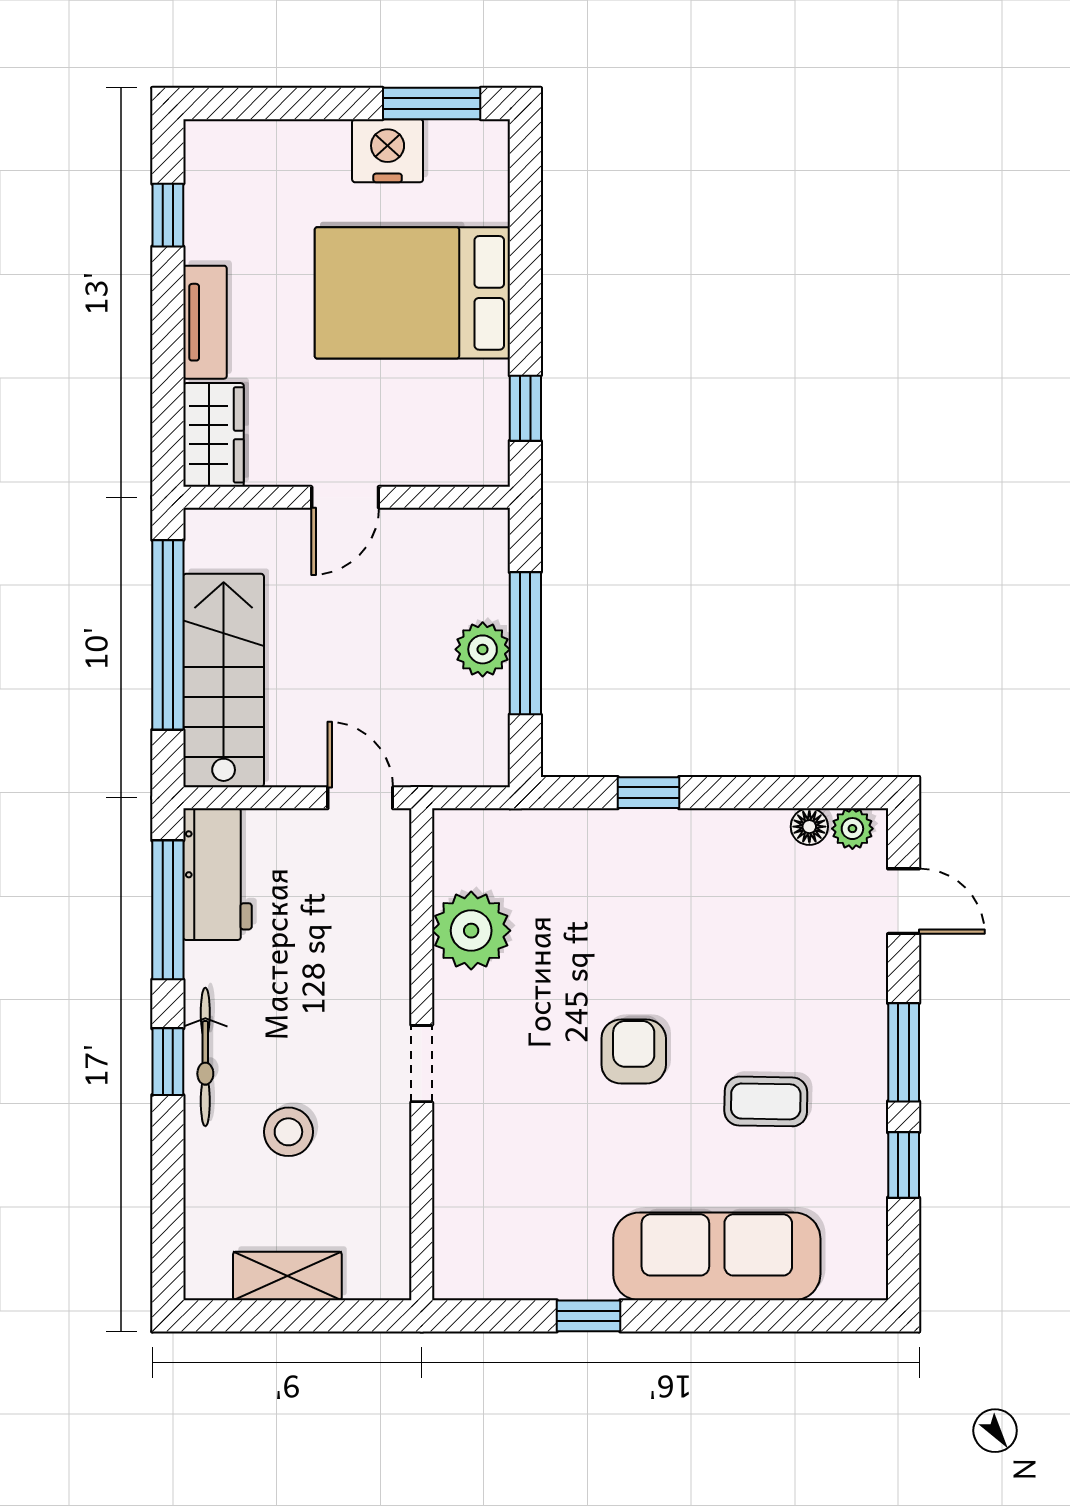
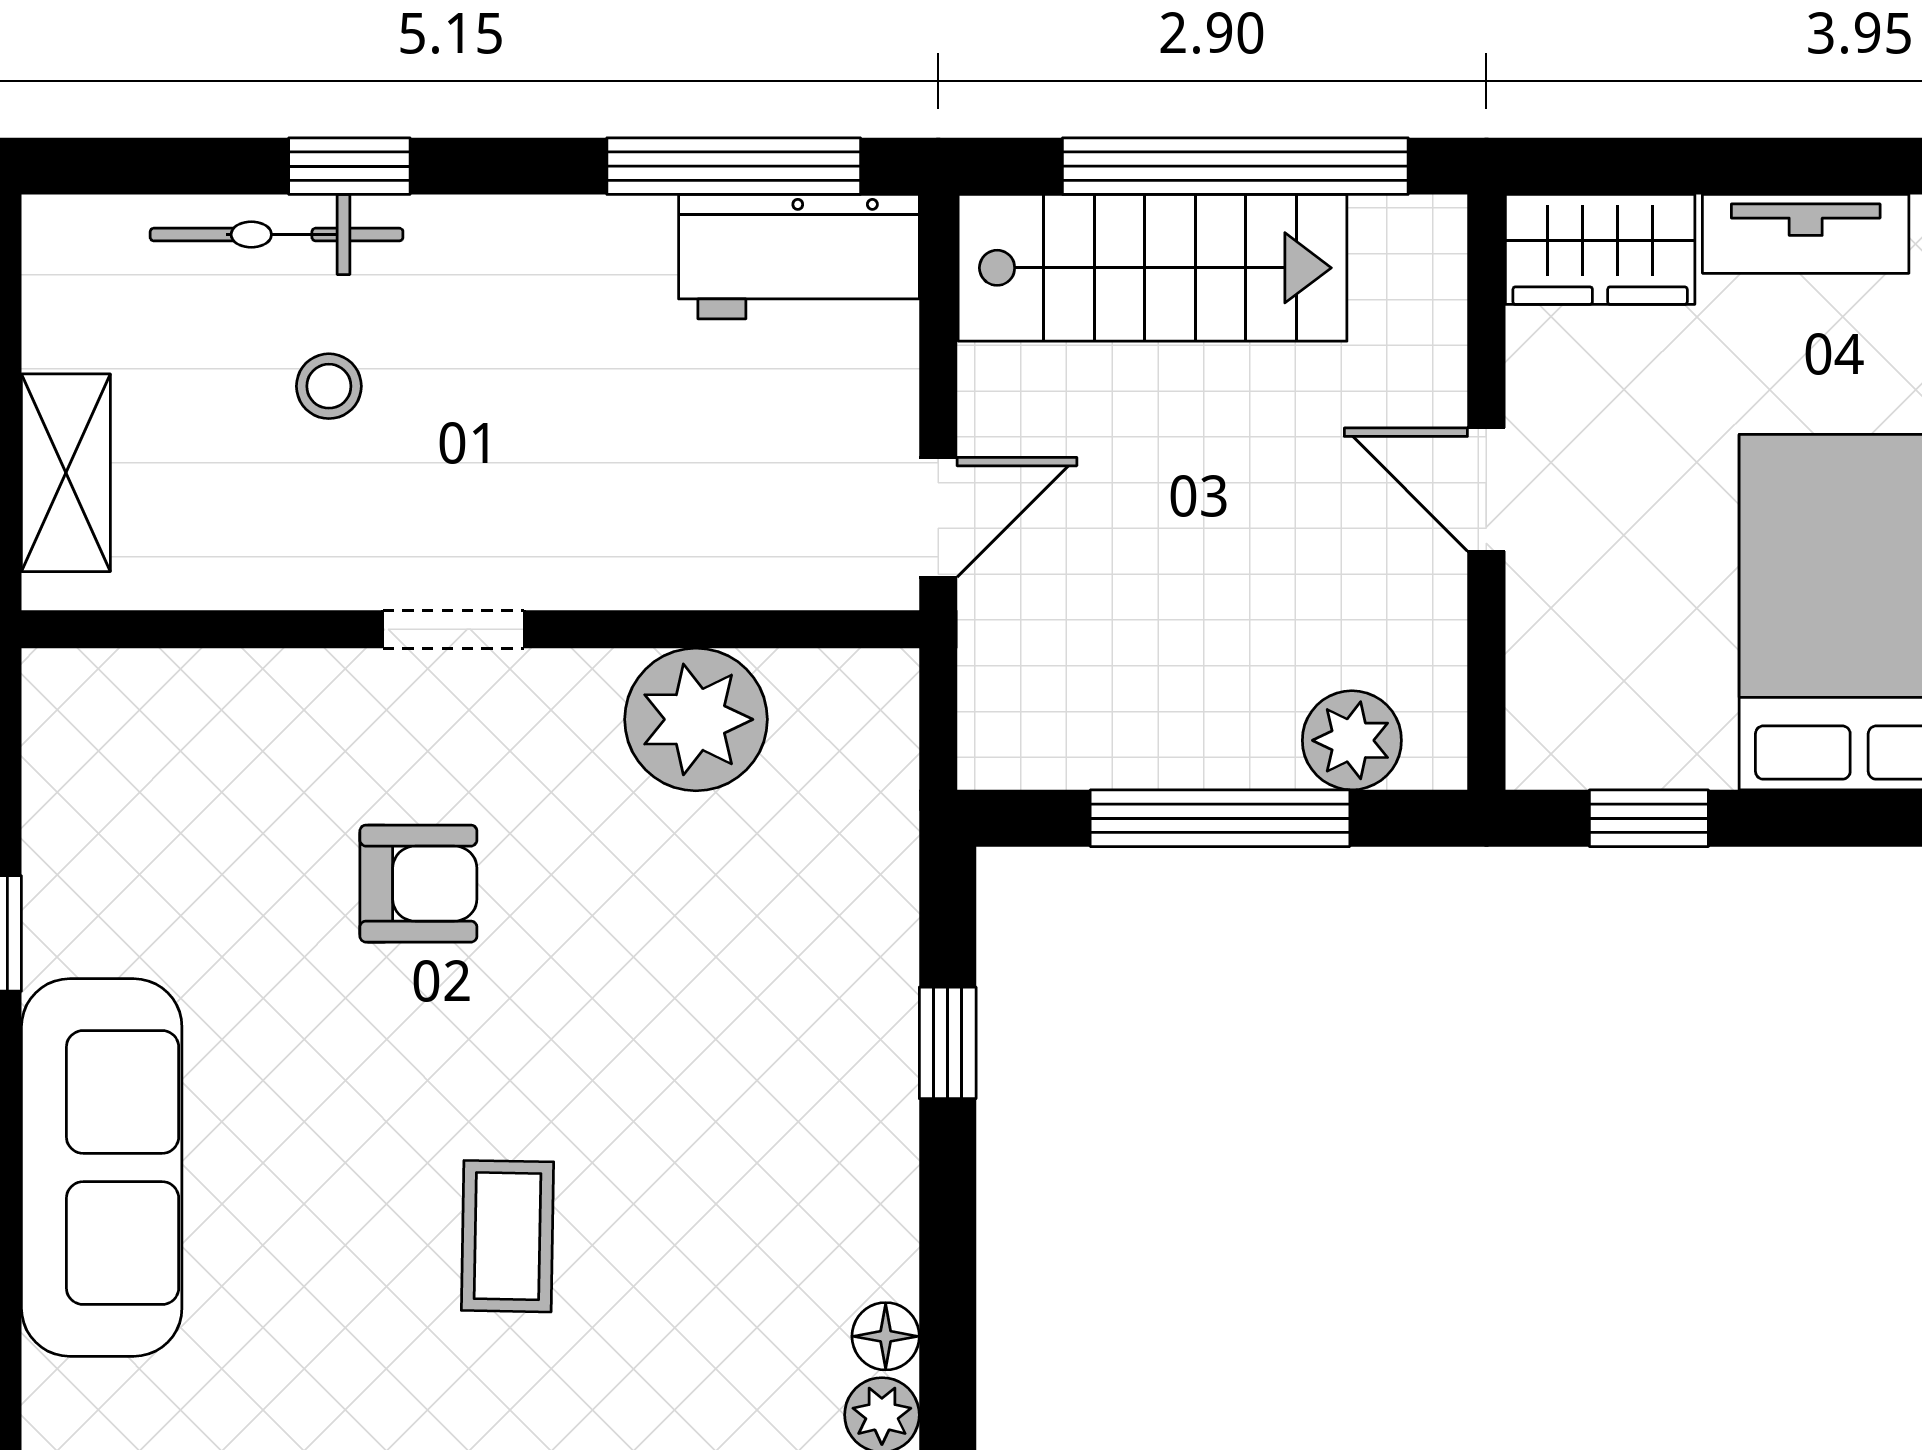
plant: (483, 649) -> (1352, 740), moved
armchair: (634, 1052) -> (418, 884), moved
bicycle: (205, 1057) -> (277, 235), moved
window: (168, 1062) -> (349, 166), moved
coffee table: (766, 1101) -> (507, 1236), moved
stool: (288, 1132) -> (329, 386), width x0.73, depth x0.73
shelving: (287, 1276) -> (66, 473), moved

